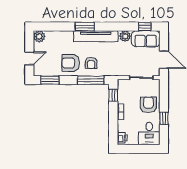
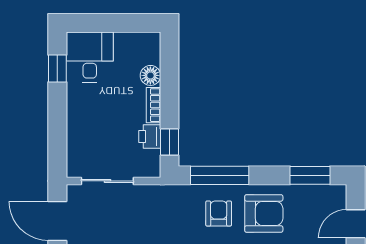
armchair: (148, 105) -> (92, 121), removed
window: (164, 118) -> (57, 69), moved
floor lamp: (122, 125) -> (150, 75), added
printer: (122, 138) -> (150, 136), moved

